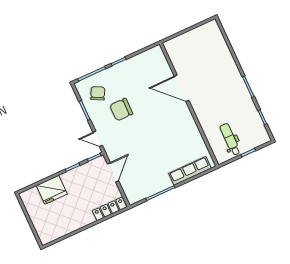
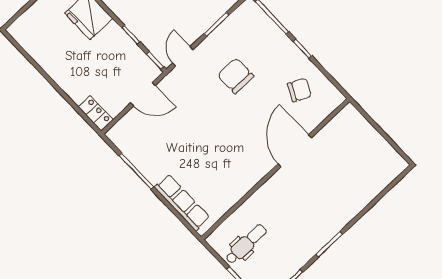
chair: (98, 93) -> (299, 90), moved
locker: (110, 209) -> (96, 113), width x0.66

